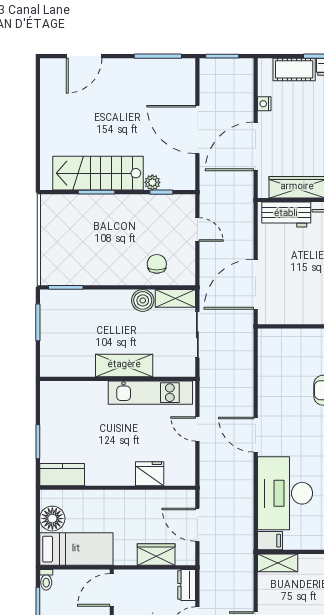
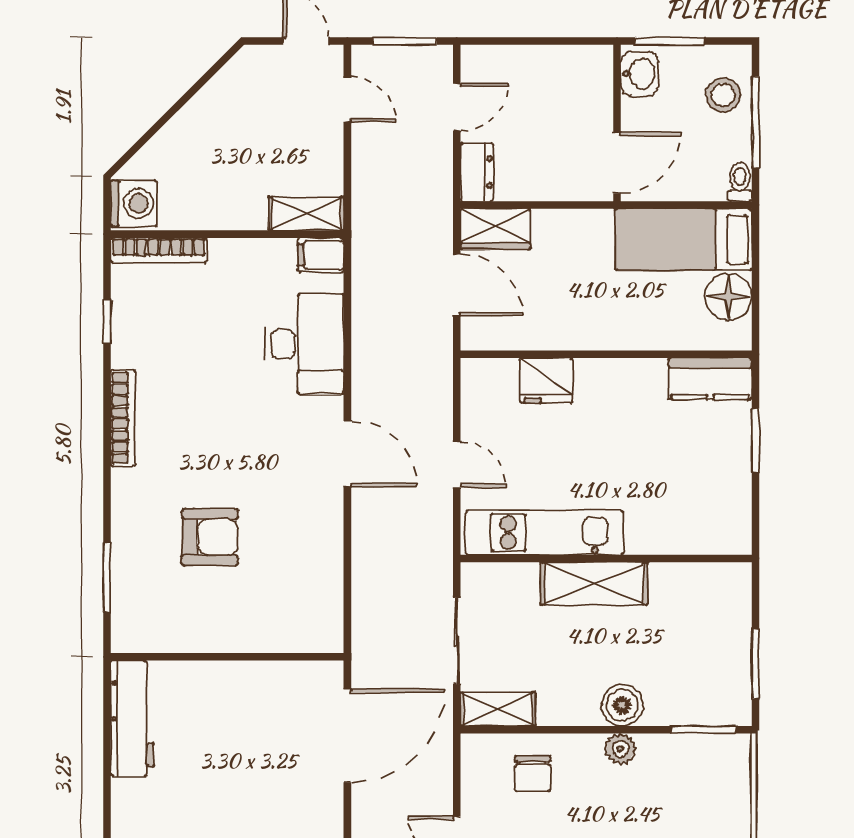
plant: (110, 277) -> (620, 749), added
boiler: (143, 300) -> (622, 705), moved
desk: (285, 493) -> (304, 344), width x0.73, depth x0.77
wardrobe: (156, 555) -> (495, 229), moved

